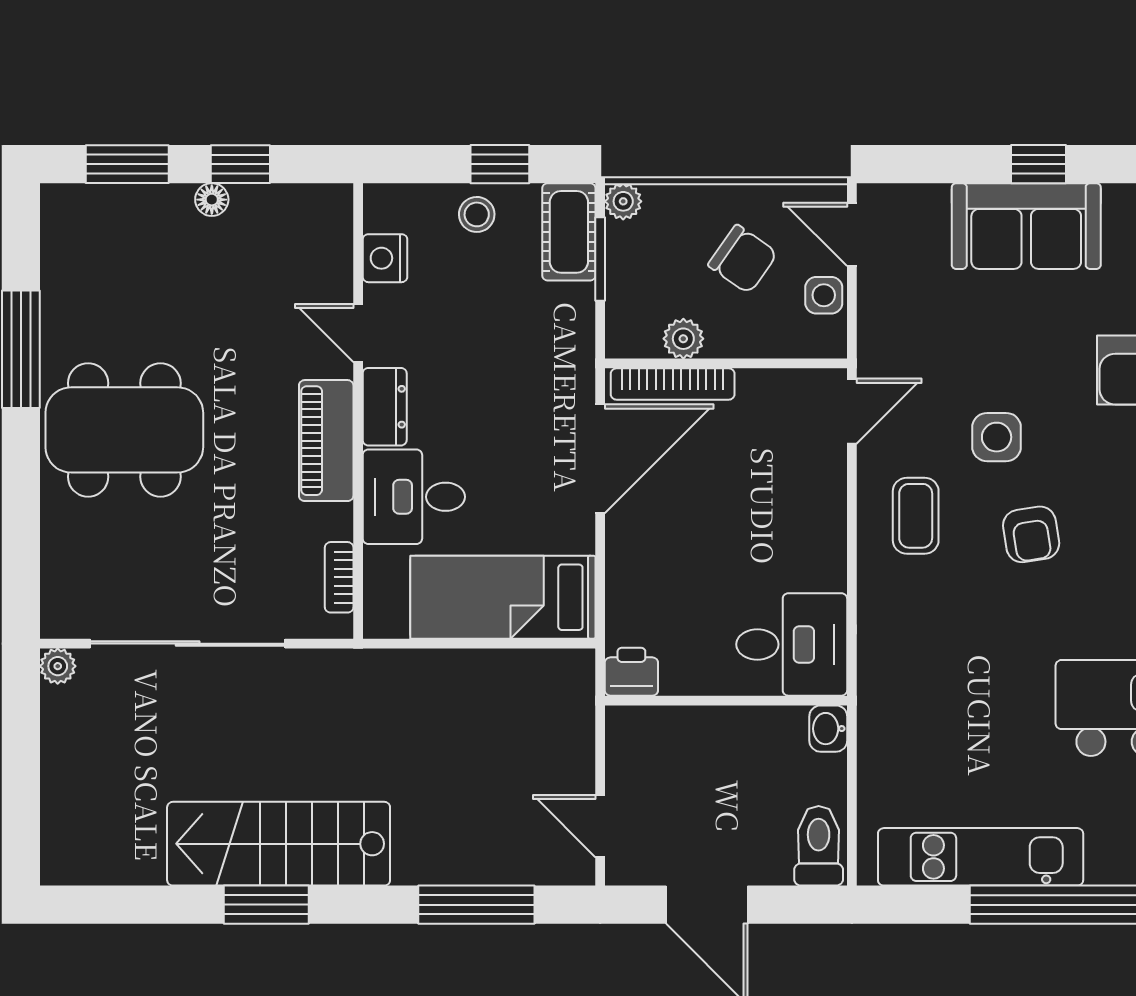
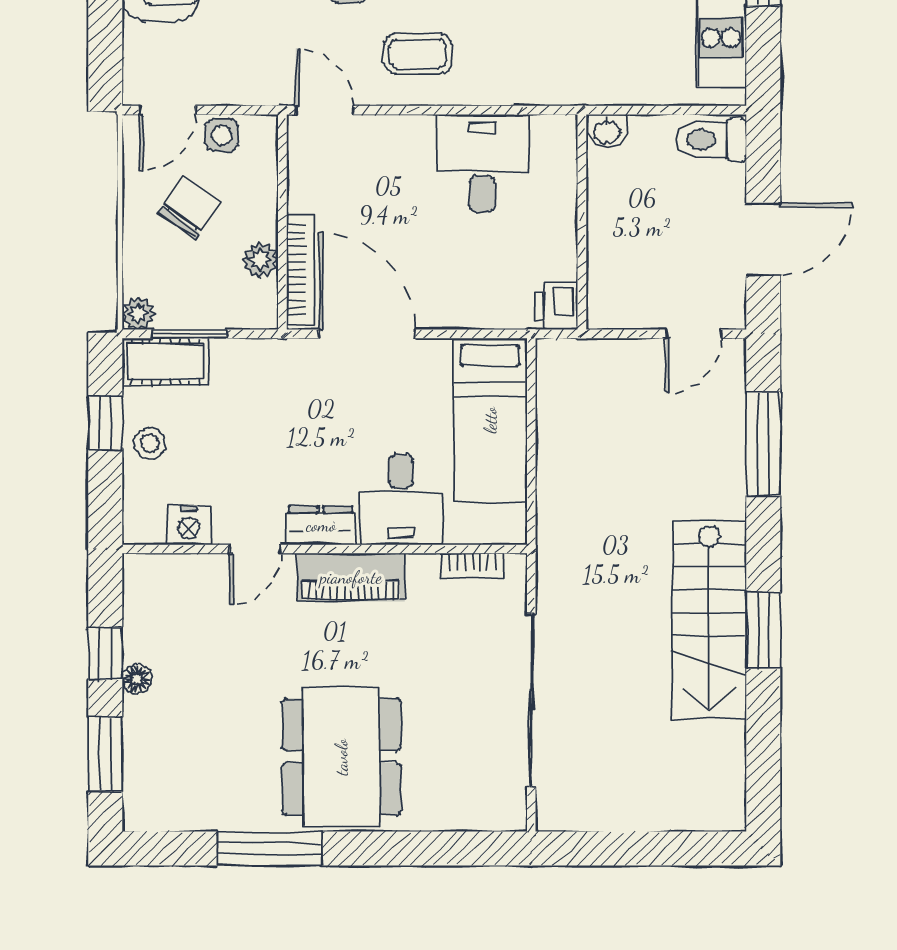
desk: (792, 644) -> (482, 164), moved
plant: (58, 666) -> (551, 816), removed

